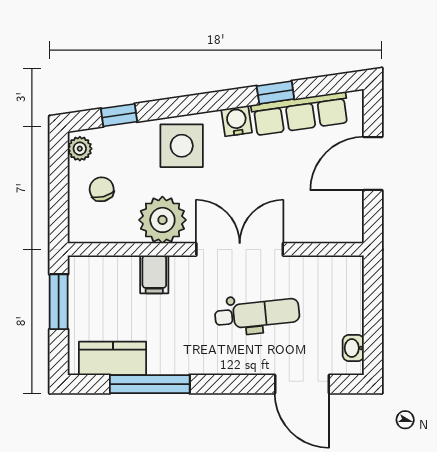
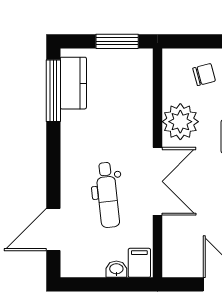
filing cabinet: (154, 274) -> (139, 263), moved, turned 90
washbasin: (353, 348) -> (116, 269), moved
window: (150, 384) -> (53, 91), moved

